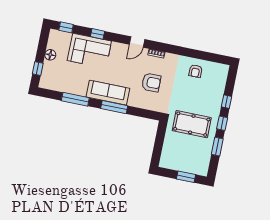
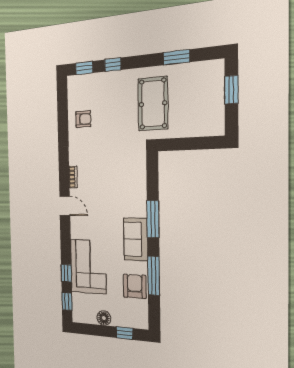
window: (97, 34) -> (66, 273), moved
armchair: (151, 82) -> (135, 286), moved
sofa: (108, 93) -> (136, 239), width x0.73
window: (222, 123) -> (84, 68), moved

